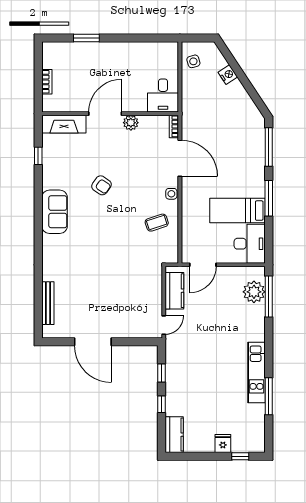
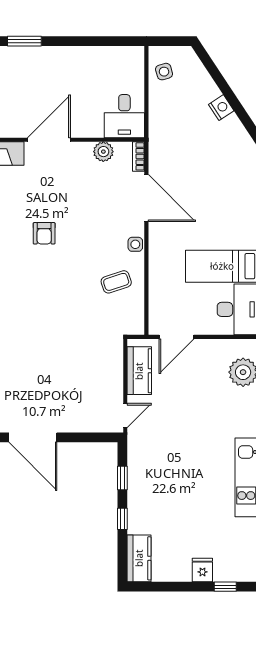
nightstand: (228, 75) -> (221, 108), moved
plant: (131, 123) -> (103, 152), moved
armchair: (101, 185) -> (44, 233), turned 55

